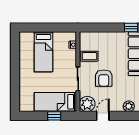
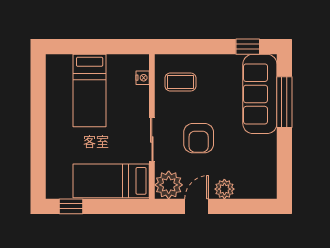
coffee table: (89, 56) -> (180, 82), moved
plant: (129, 106) -> (224, 189), moved
window: (54, 116) -> (71, 206), moved

